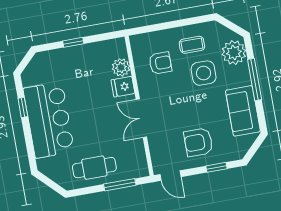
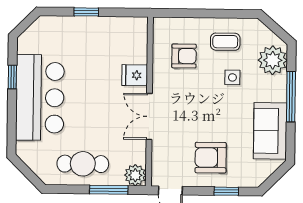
plant: (121, 67) -> (135, 175), moved
side table: (204, 73) -> (232, 77), width x0.54, depth x0.54

